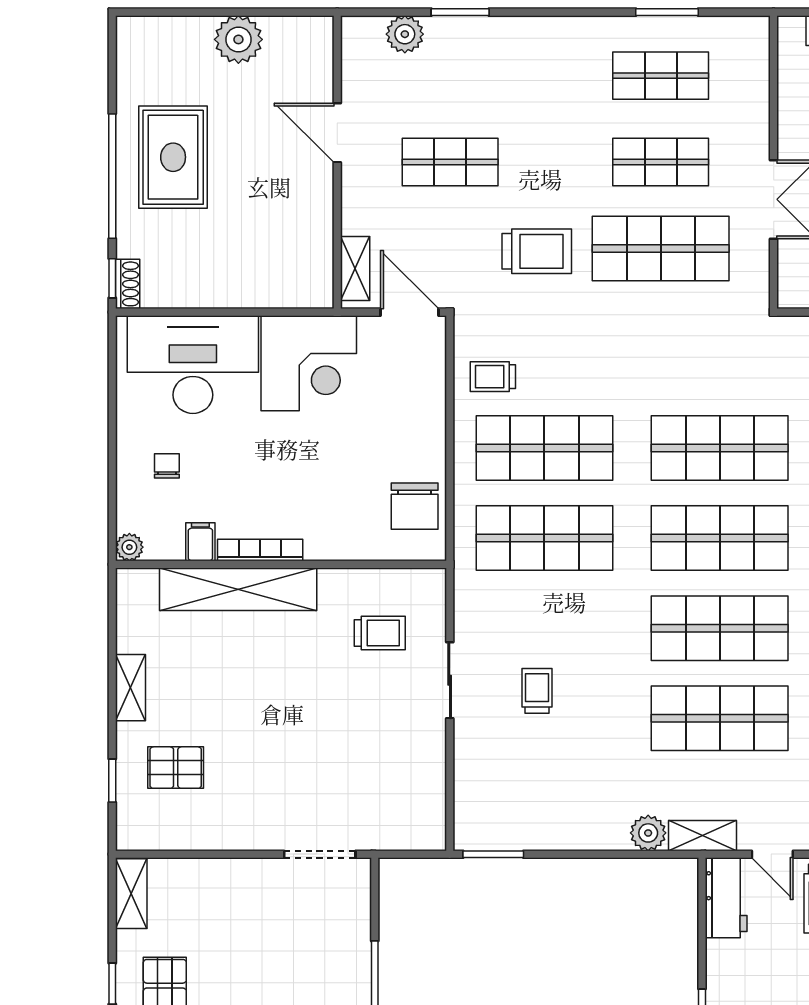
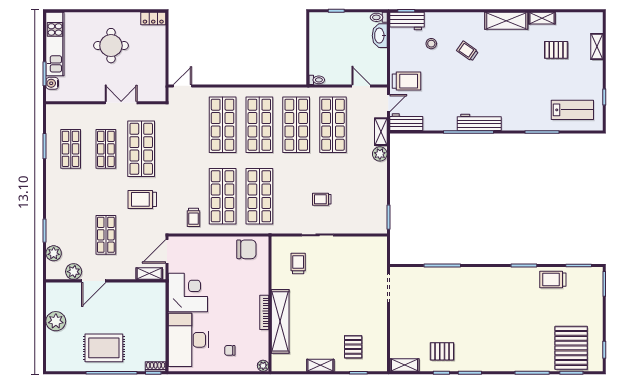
plant: (360, 83) -> (74, 272), added
trolley: (537, 251) -> (142, 199), turned -90
filing cabinet: (200, 542) -> (261, 337), removed

